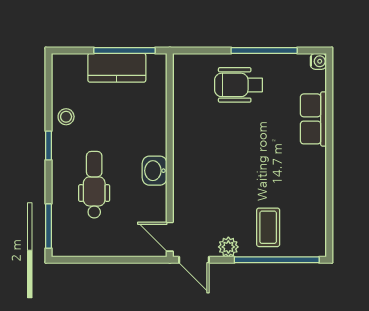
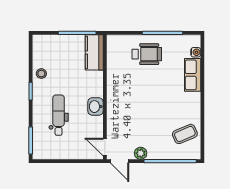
water cooler: (318, 61) -> (196, 52), moved
kitchen counter: (117, 68) -> (94, 52), moved, turned 90
wheelchair: (238, 85) -> (147, 54), turned 180
coffee table: (268, 227) -> (185, 134), moved, turned 67

